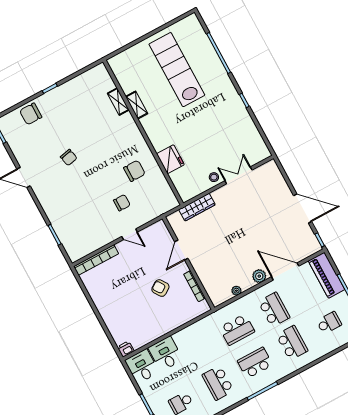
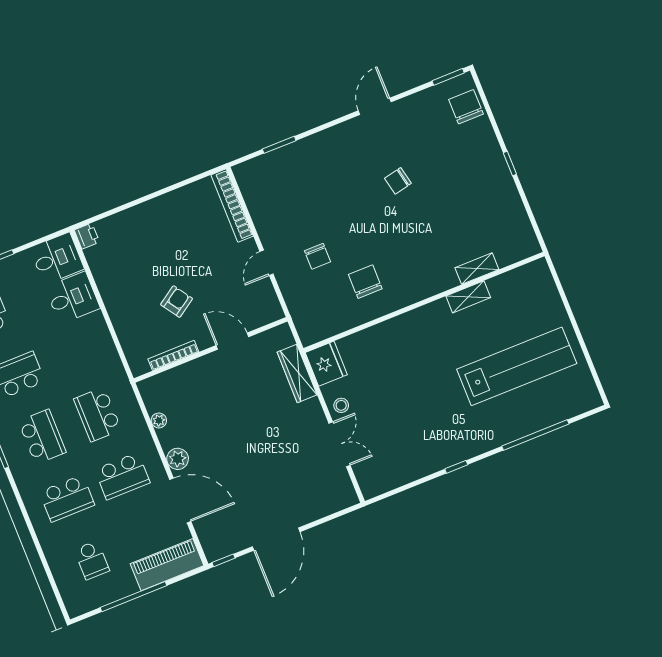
chair: (31, 114) -> (466, 107), moved
fridge: (170, 159) -> (326, 364), moved, turned -90
chair: (134, 171) -> (365, 282), turned 180
door: (285, 271) -> (180, 500), hinge flipped

